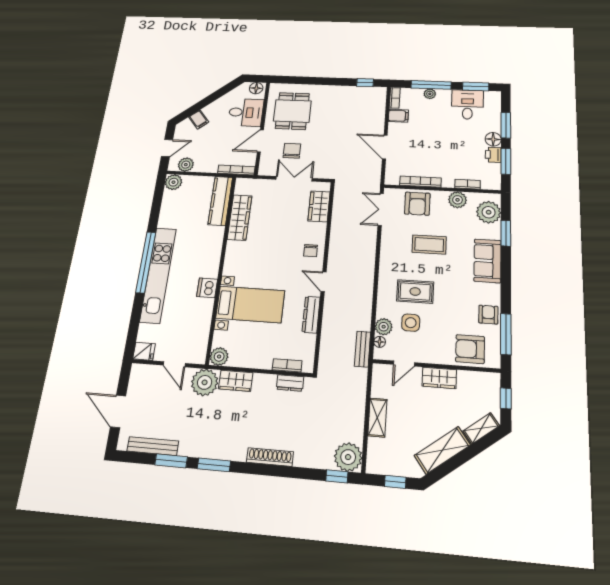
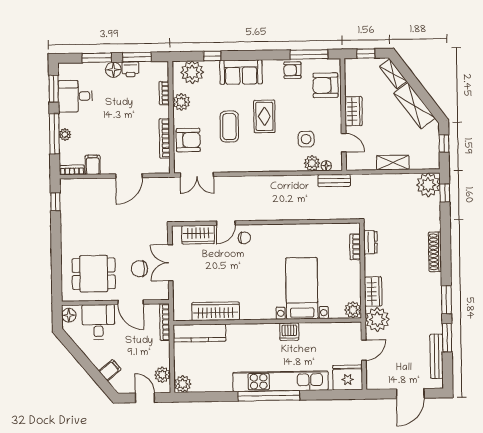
window: (506, 233) -> (212, 56), width x0.67
door: (324, 282) -> (226, 223), moved
rug: (415, 291) -> (264, 116), moved
dresser: (311, 315) -> (307, 230), removed
armchair: (470, 349) -> (325, 85), turned 90
fridge: (144, 351) -> (348, 377), width x1.88, depth x1.34

